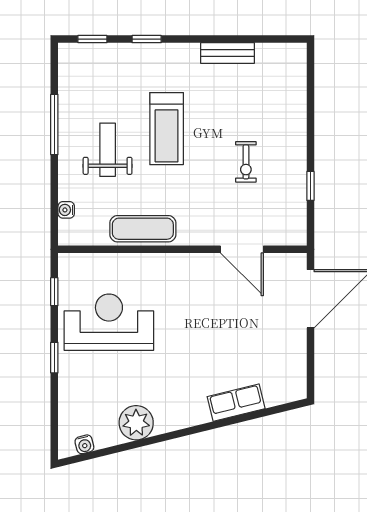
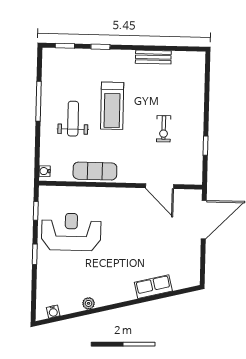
water cooler: (66, 210) -> (45, 171), moved
plant: (136, 423) -> (89, 303), width x0.53, depth x0.53

